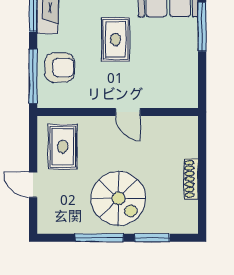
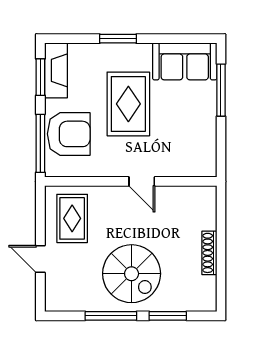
rug: (115, 40) -> (128, 104), width x1.36, depth x1.43
armchair: (60, 68) -> (69, 134), width x1.36, depth x1.36

